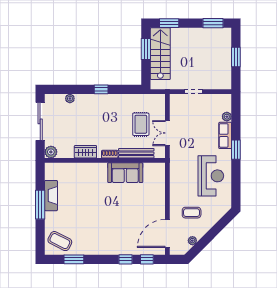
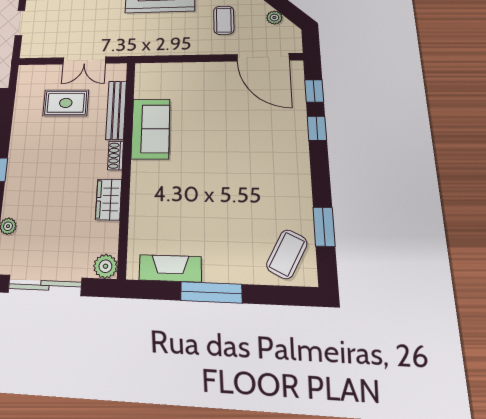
fireplace: (51, 196) -> (170, 268), moved

